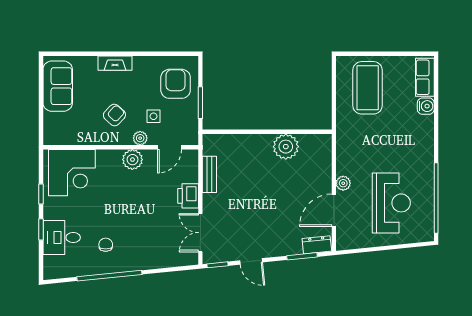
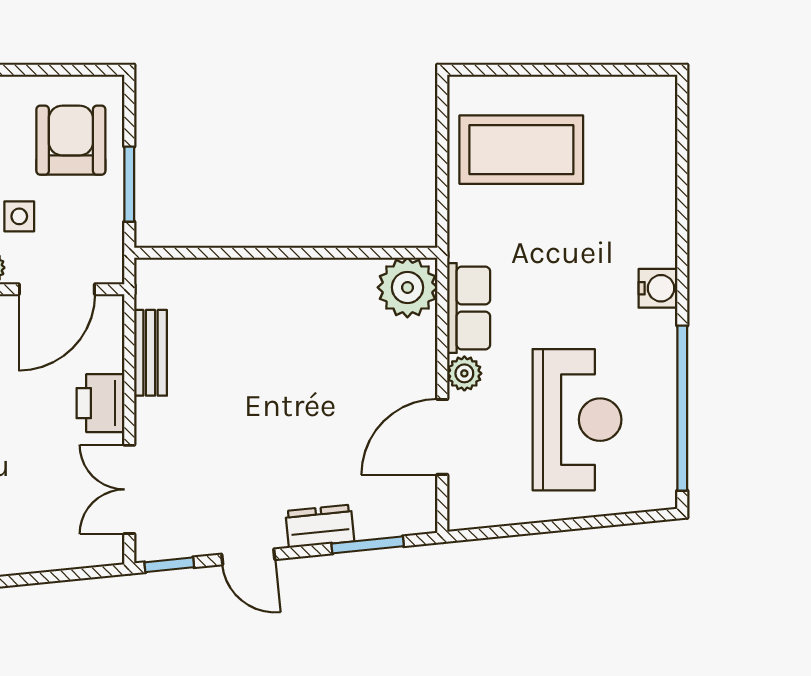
row of seats: (425, 77) -> (469, 308), moved, turned 180
coffee table: (368, 88) -> (521, 150), turned 90
water cooler: (426, 106) -> (658, 288), moved
door: (170, 147) -> (57, 289), width x1.38
plant: (286, 147) -> (407, 287), moved
dresser: (317, 245) -> (320, 526), moved

